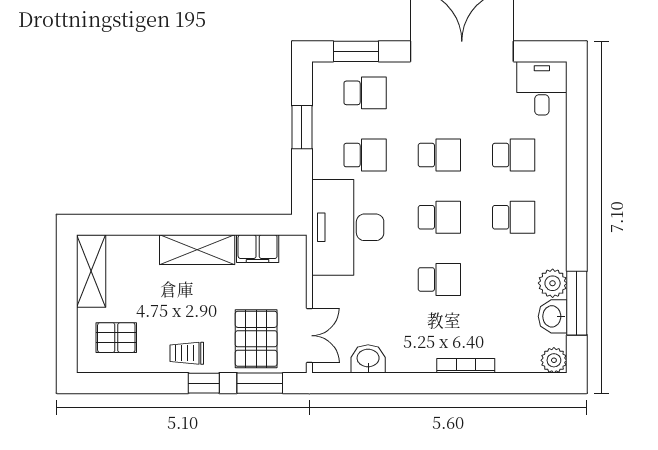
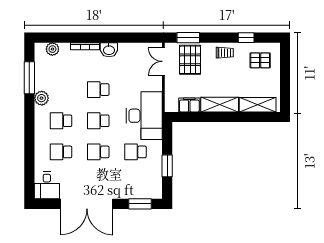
school desk: (365, 93) -> (135, 183), removed
shelving: (91, 271) -> (258, 105), moved, turned 90
plant: (553, 283) -> (42, 98), moved
washbasin: (553, 316) -> (41, 71), removed
washbasin: (368, 359) -> (109, 50), moved
plant: (554, 360) -> (52, 49), moved
window: (204, 383) -> (246, 38), moved

